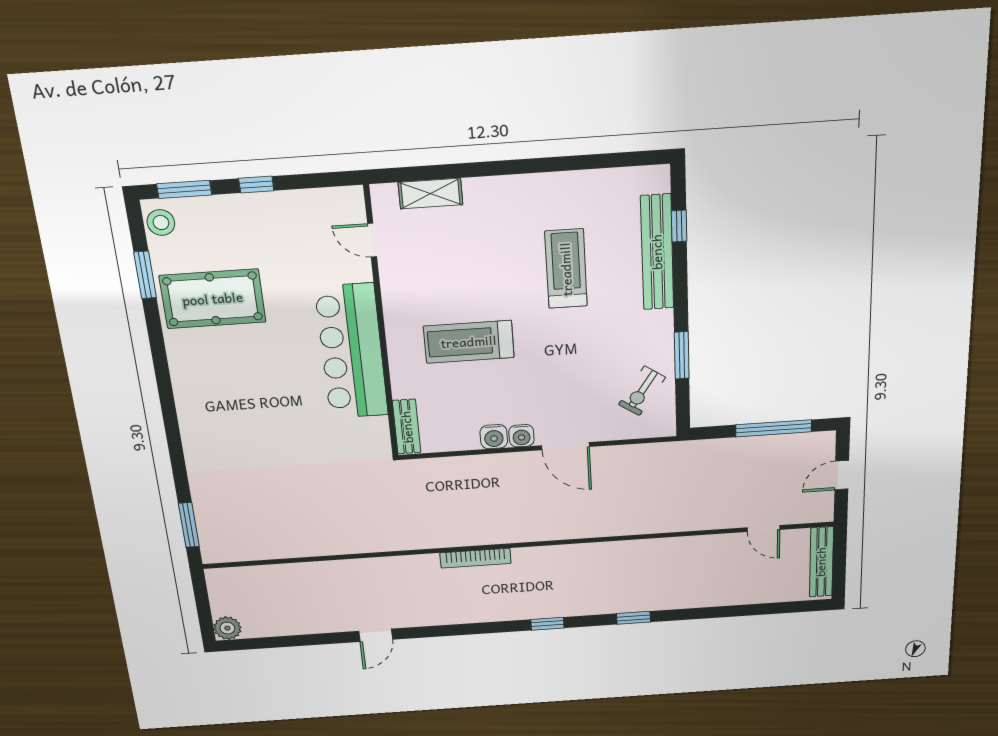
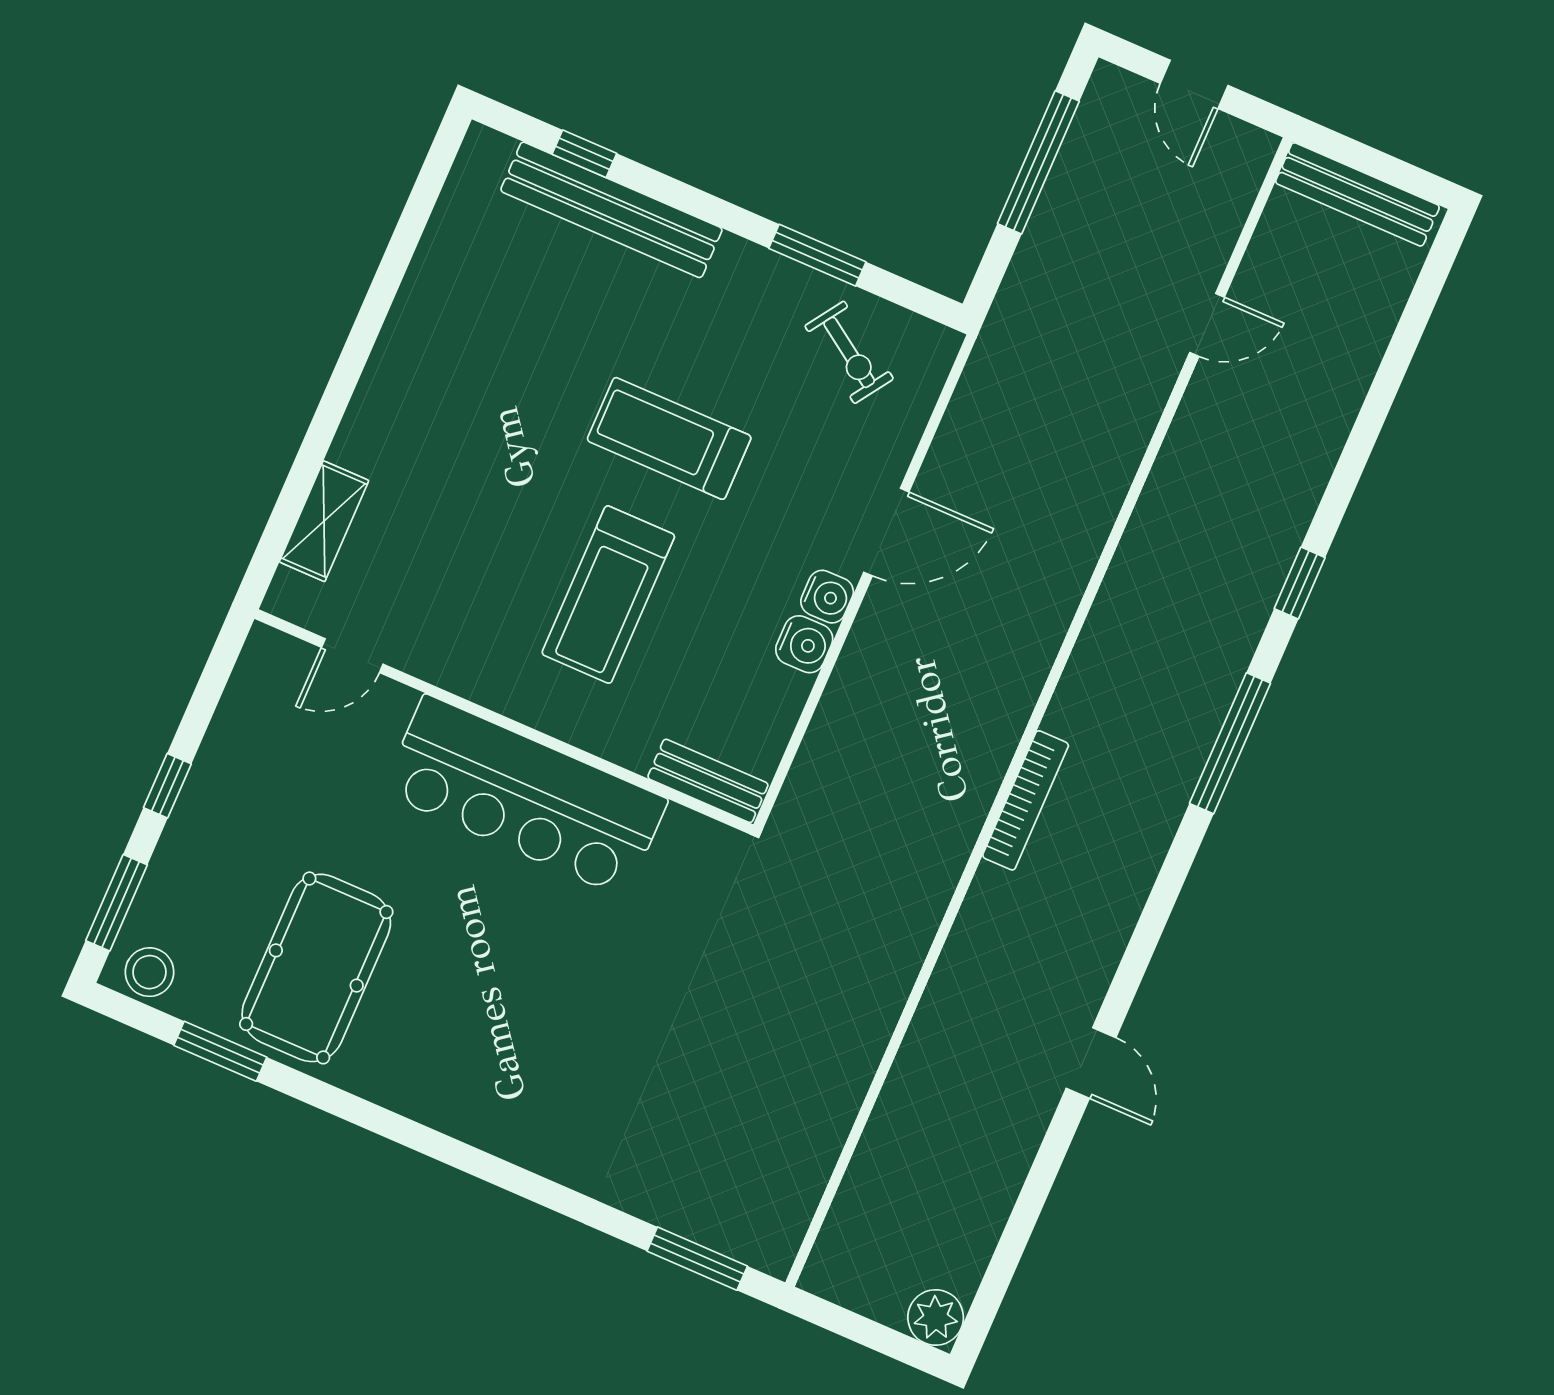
treadmill: (566, 269) -> (669, 438), moved
door: (763, 529) -> (1207, 325), moved
window: (547, 624) -> (1230, 743), width x2.17

